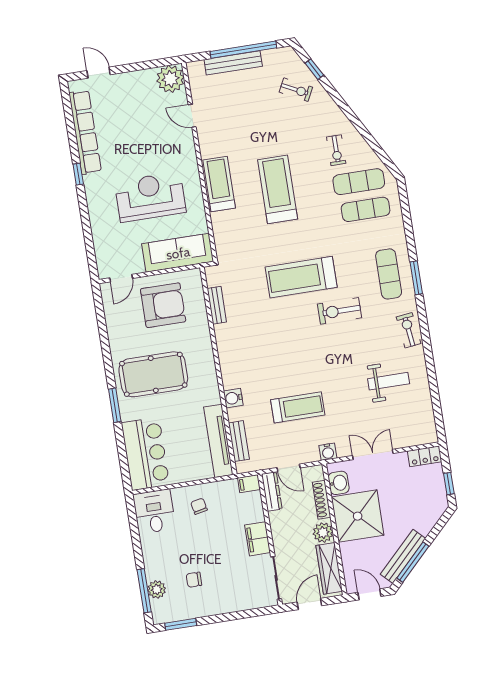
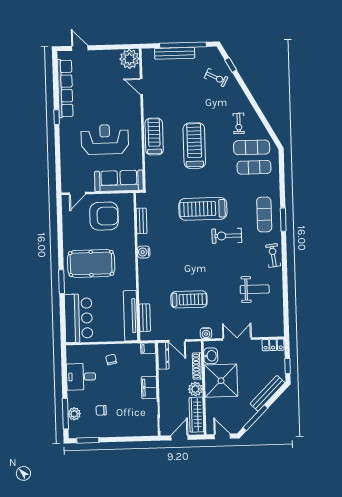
water cooler: (233, 398) -> (144, 252), moved
desk: (154, 511) -> (81, 377), moved, turned -90
bench: (403, 556) -> (267, 393), moved

